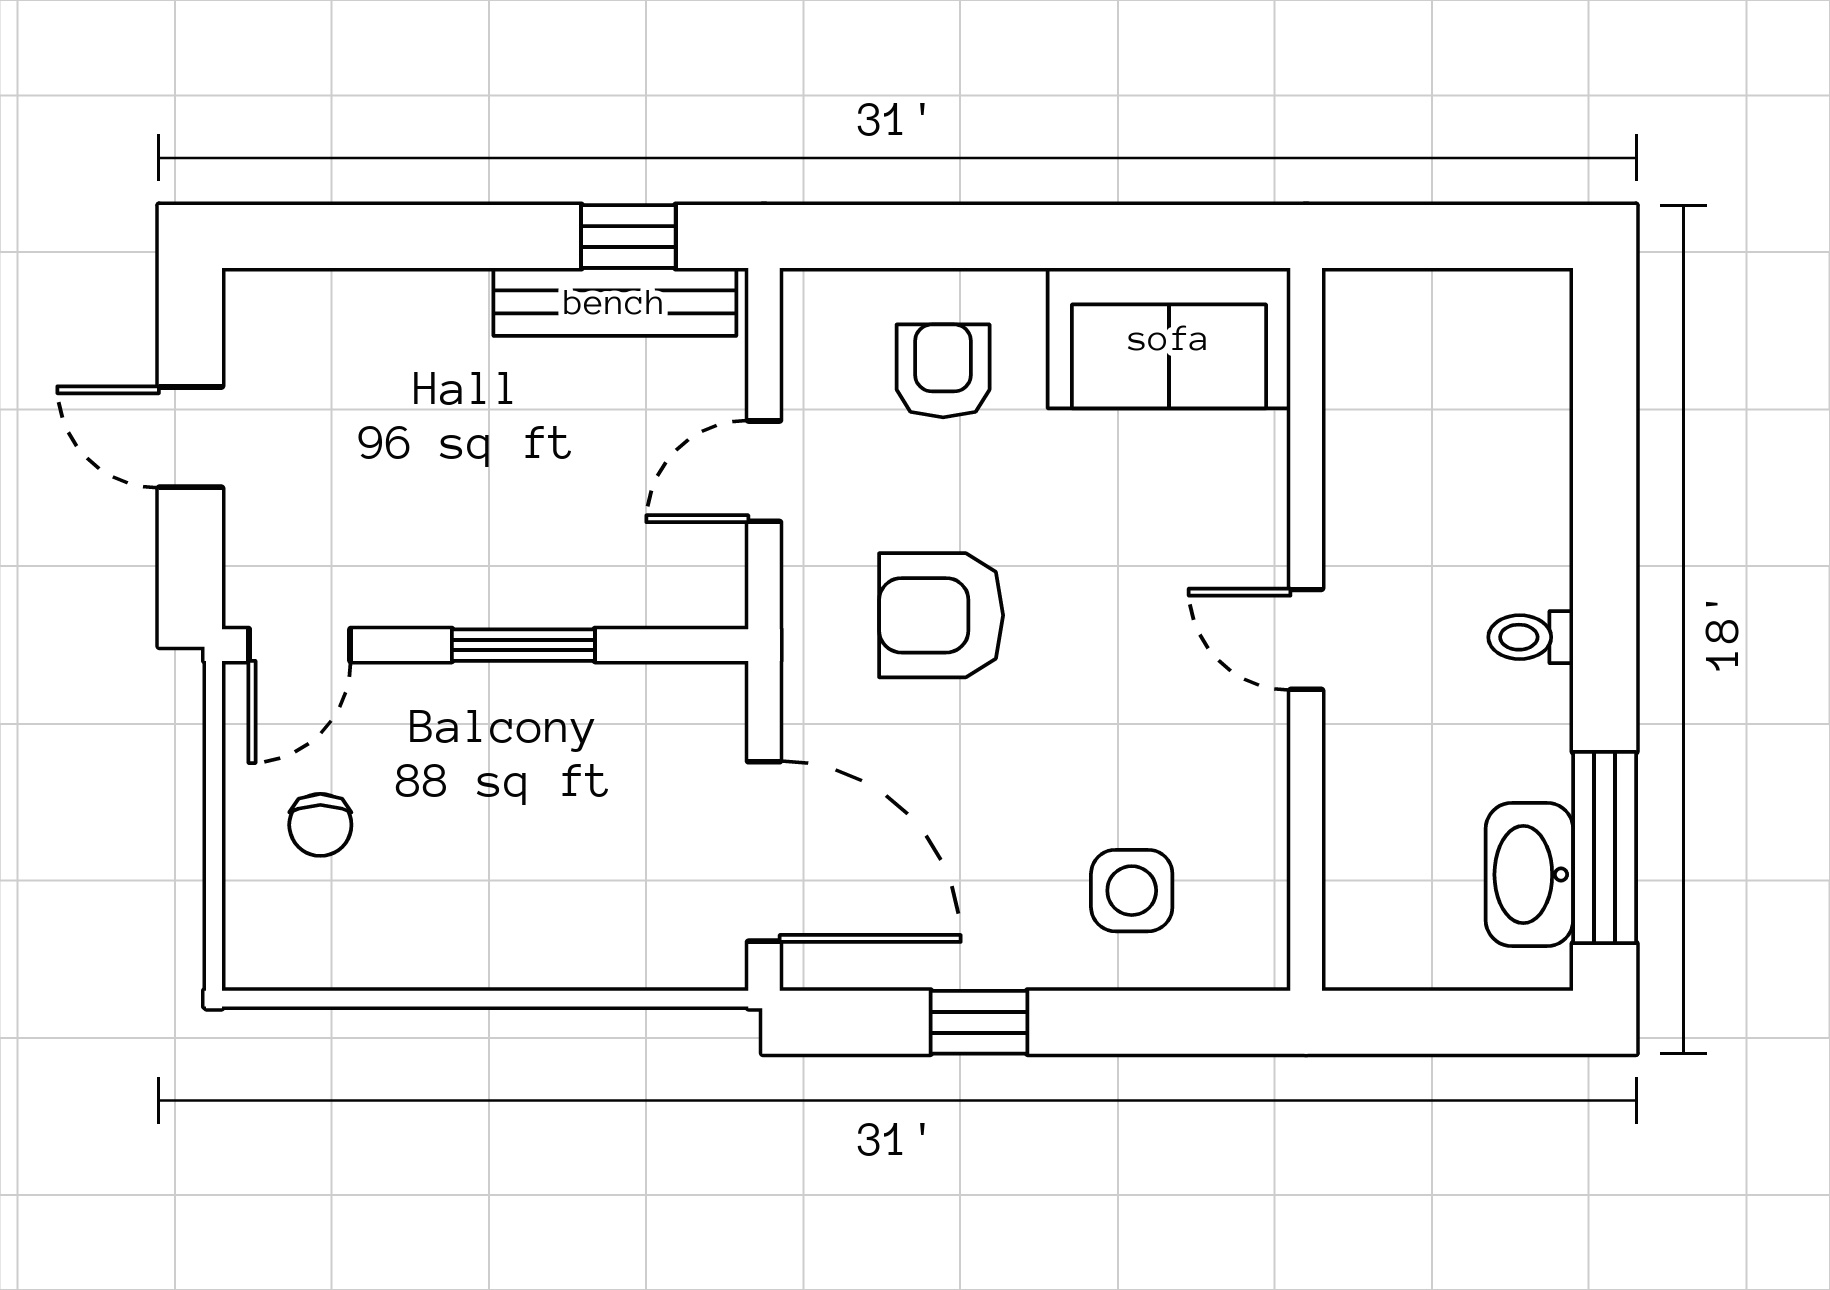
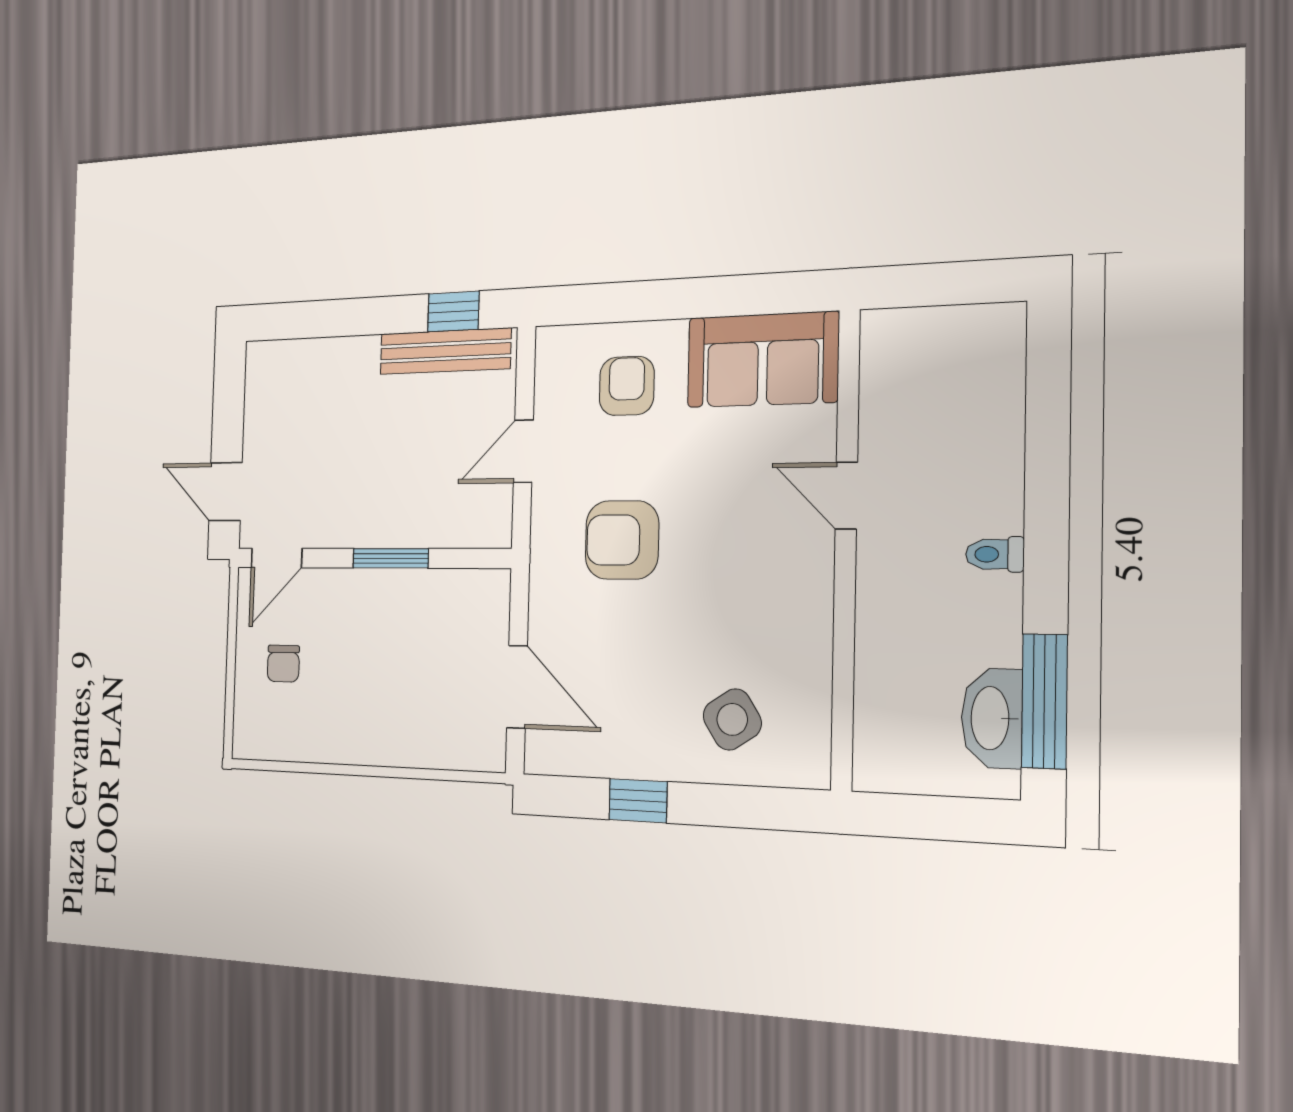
door: (190, 437) -> (225, 492), moved
door: (1306, 639) -> (846, 496), moved
door: (764, 851) -> (517, 687), width x0.73
side table: (1132, 891) -> (732, 719), turned -33

